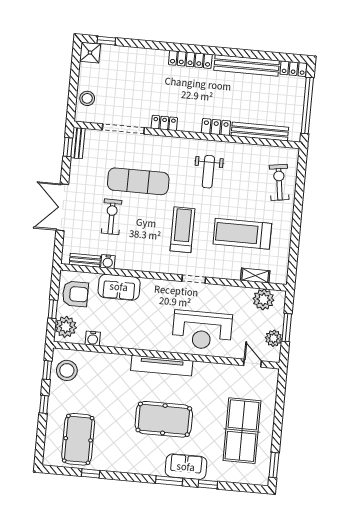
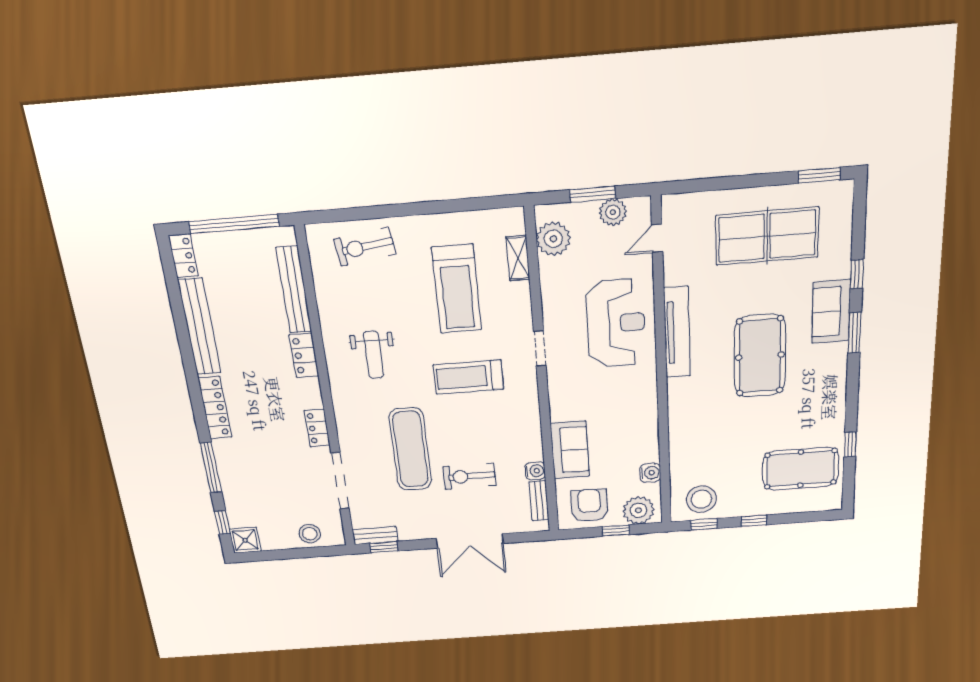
window: (148, 45) -> (211, 467), added
weight bench: (208, 172) -> (373, 355), turned 90
tv unit: (162, 366) -> (677, 332), moved

